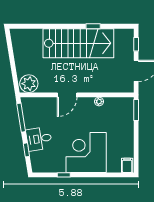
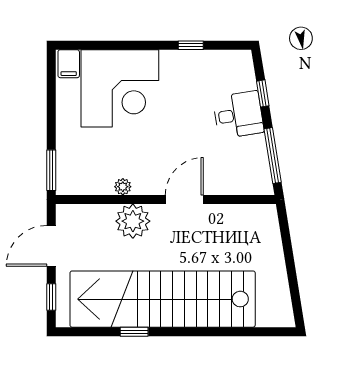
stairs: (78, 43) -> (163, 299), width x1.36
plant: (29, 84) -> (133, 221), moved
corner desk: (86, 153) -> (120, 88), moved

